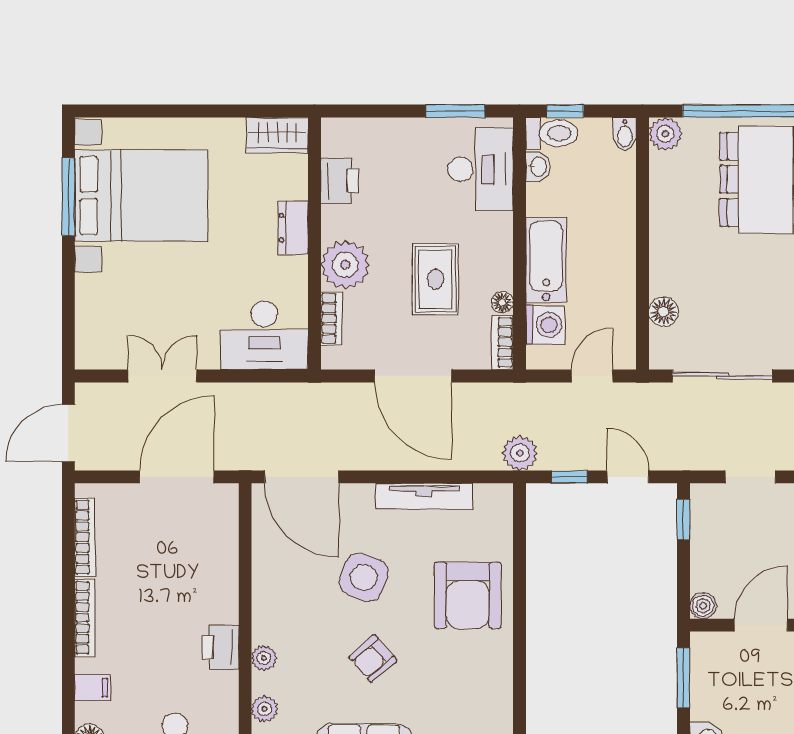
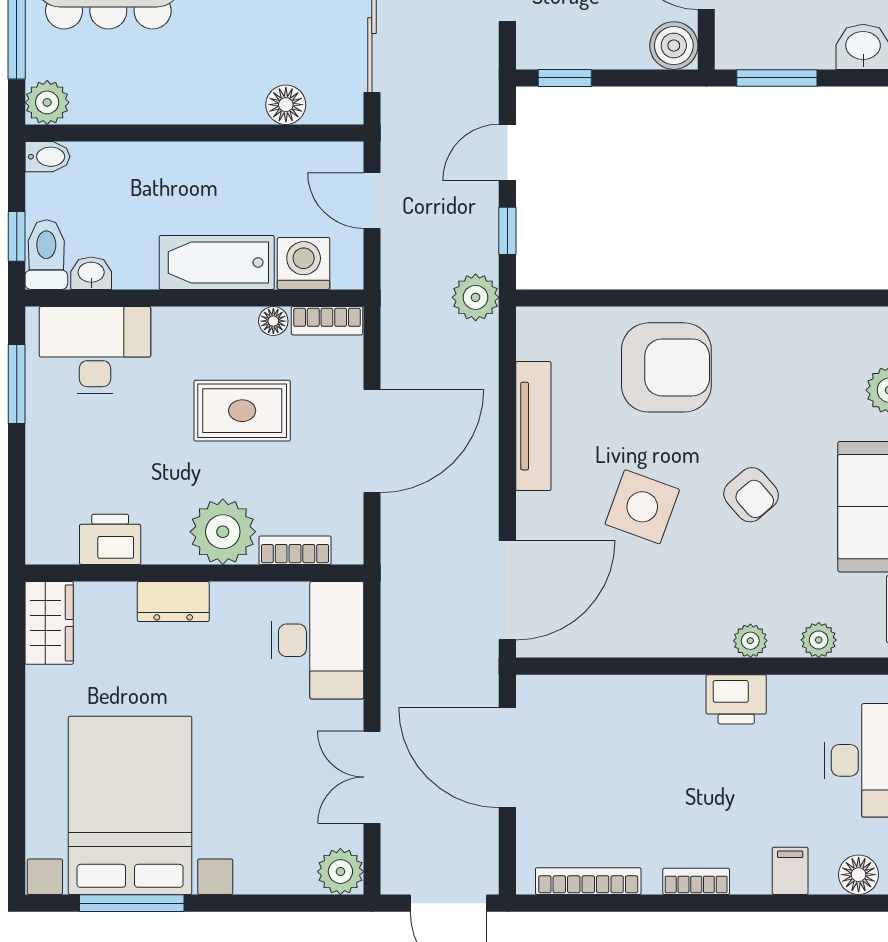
plant: (92, 352) -> (340, 872), added
boiler: (703, 606) -> (674, 46), width x1.36, depth x1.36
bookcase: (85, 618) -> (696, 881), width x0.64

